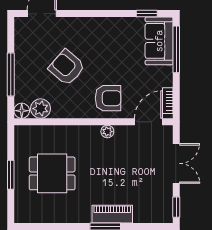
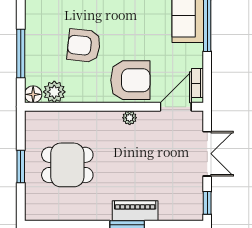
armchair: (67, 67) -> (84, 46), turned -35
armchair: (108, 98) -> (130, 80), width x1.36, depth x1.36

